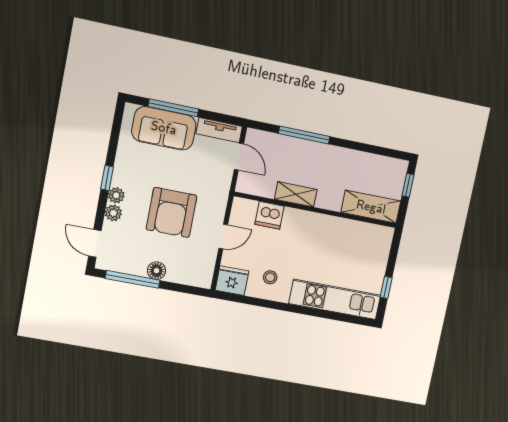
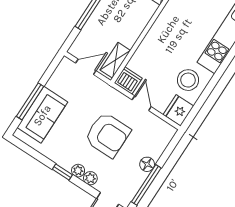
tv unit: (219, 130) -> (60, 74), removed
shelving: (296, 194) -> (115, 60), moved
dishwasher: (269, 215) -> (128, 81), moved, turned -90
stool: (270, 277) -> (188, 80), width x1.89, depth x1.89

